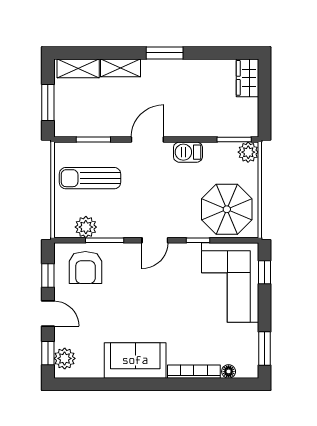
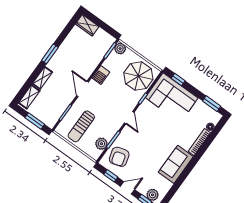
armchair: (85, 268) -> (119, 157), turned 74

